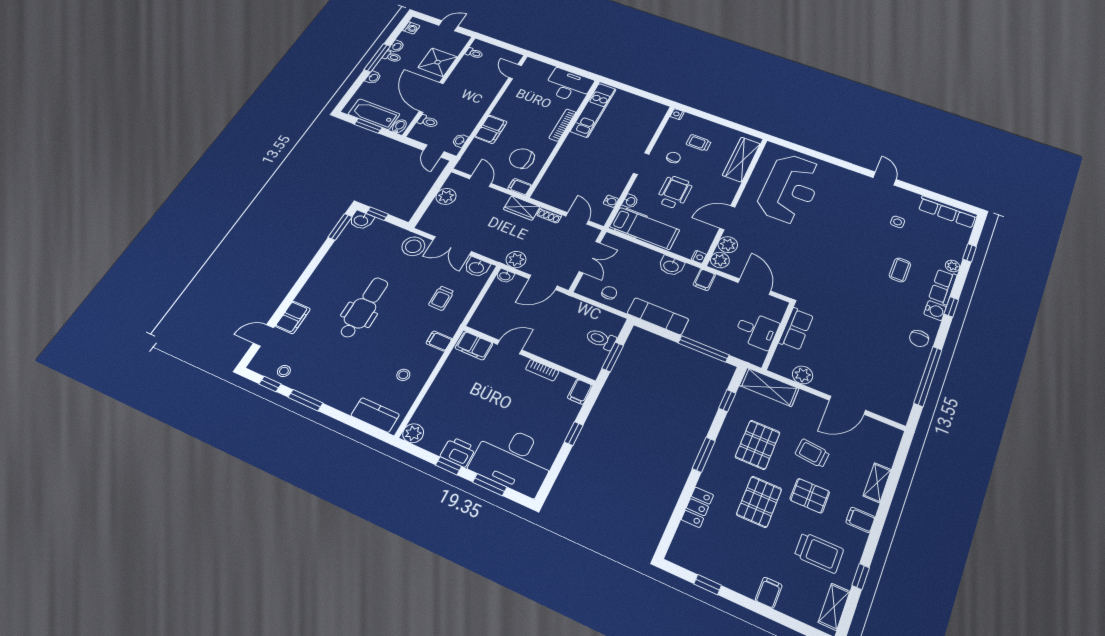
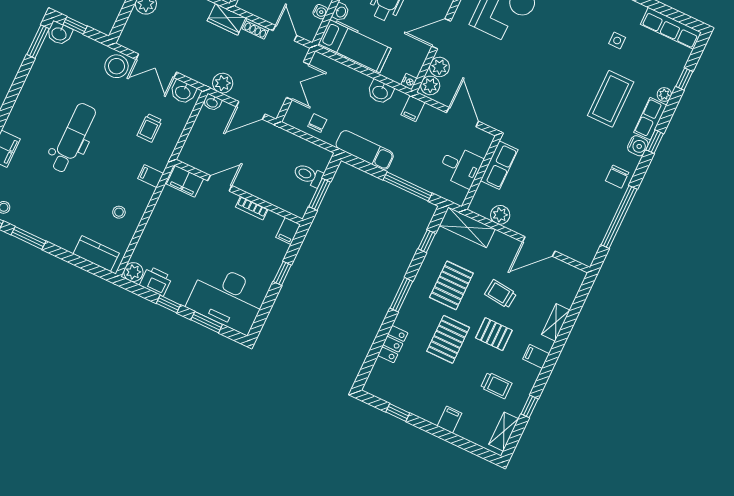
coffee table: (900, 270) -> (611, 99), width x1.86, depth x1.72
printer: (458, 452) -> (156, 281), moved
trolley: (819, 553) -> (496, 385), width x0.73, depth x0.72

